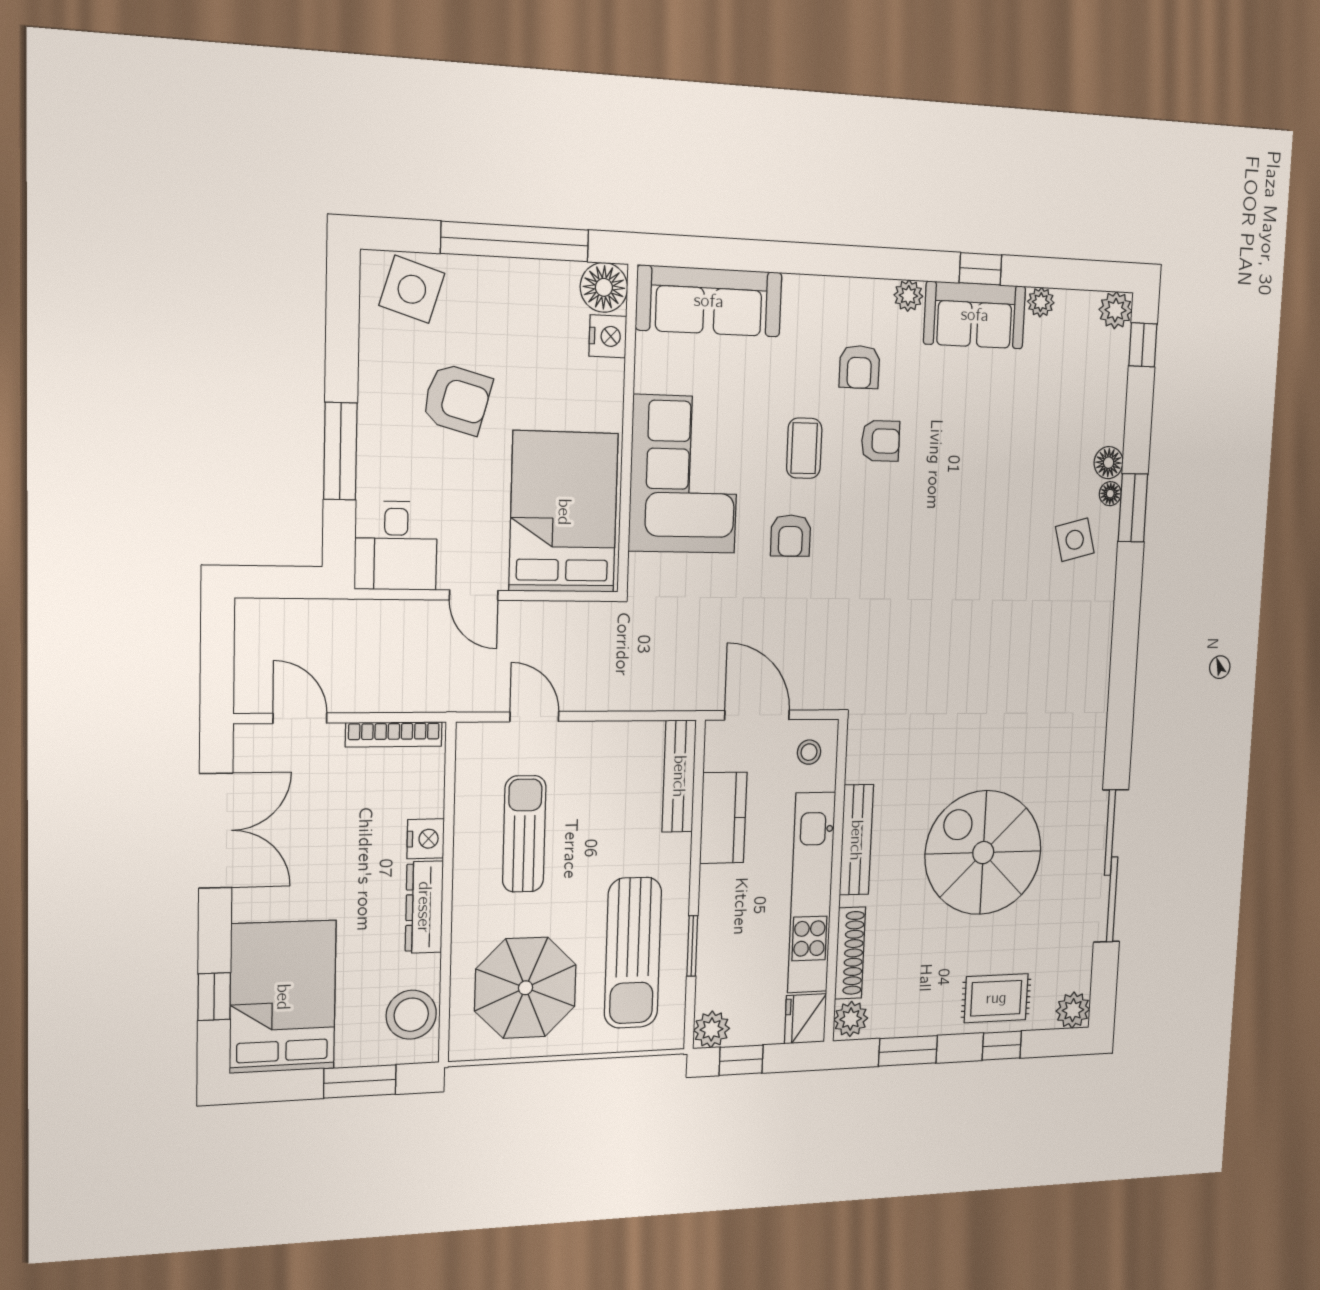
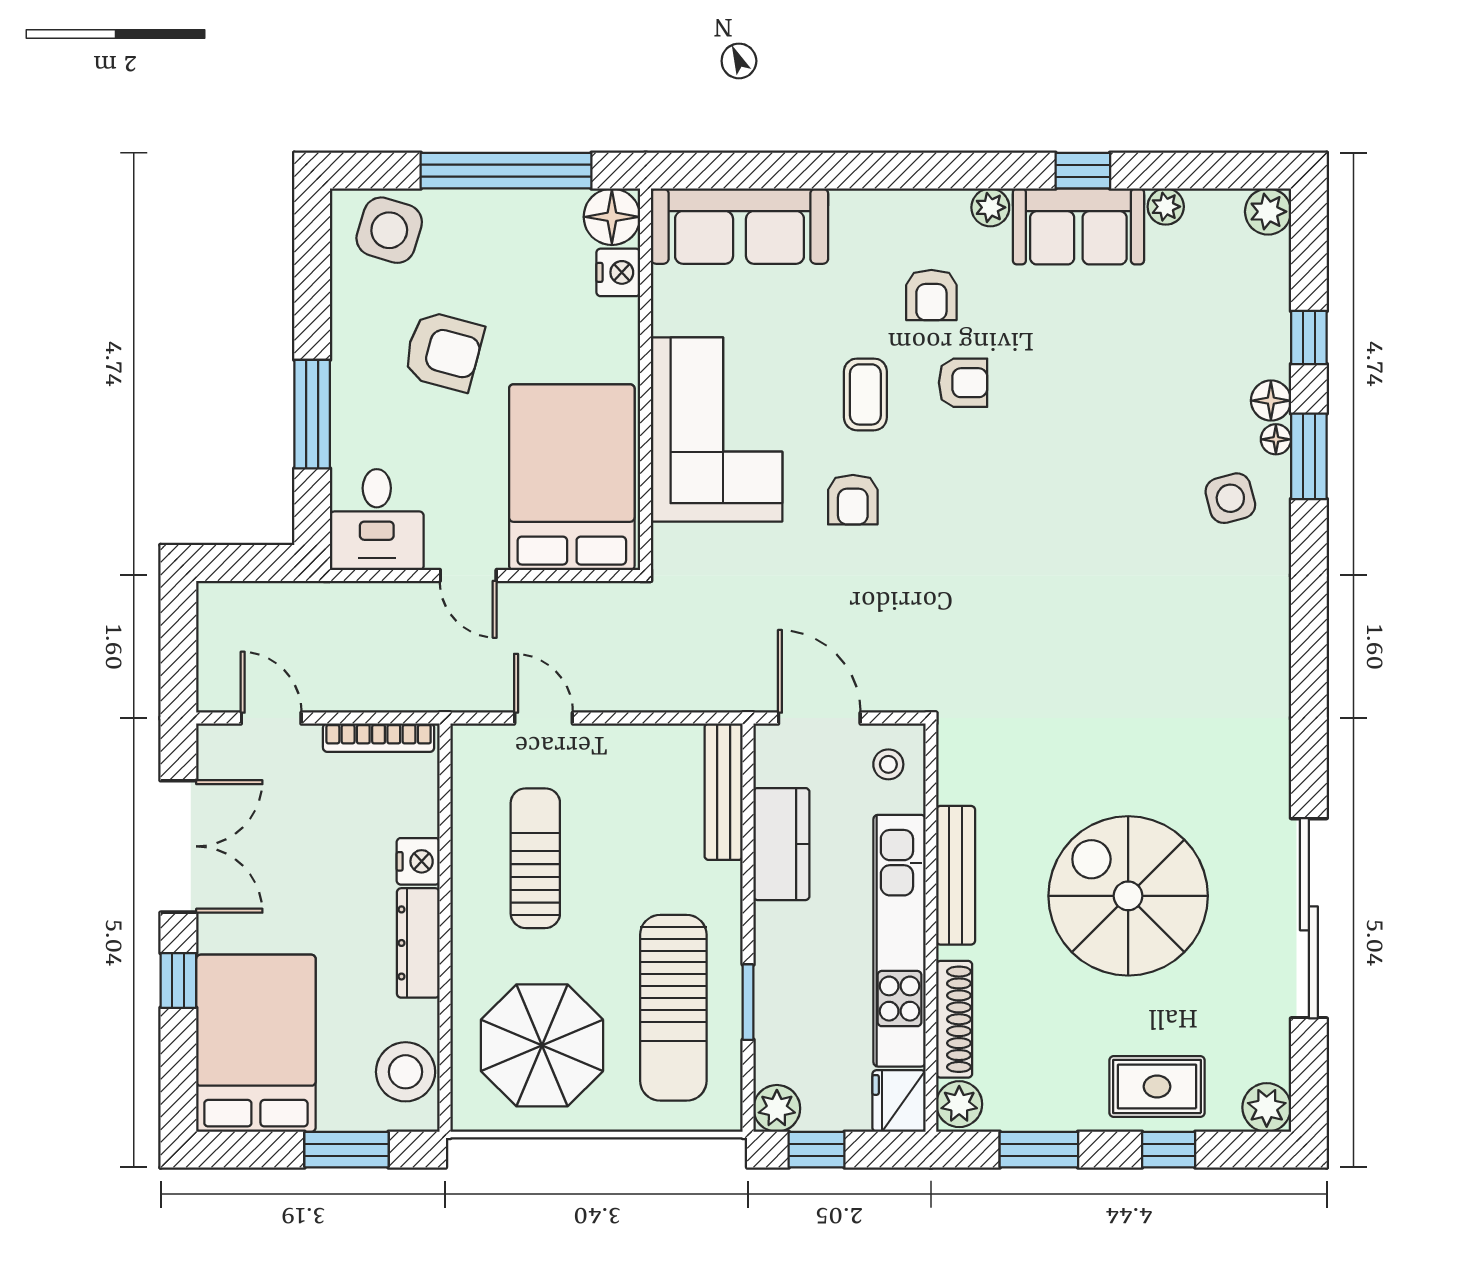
window: (1143, 345) -> (1309, 337), moved
window: (214, 997) -> (178, 980), moved

